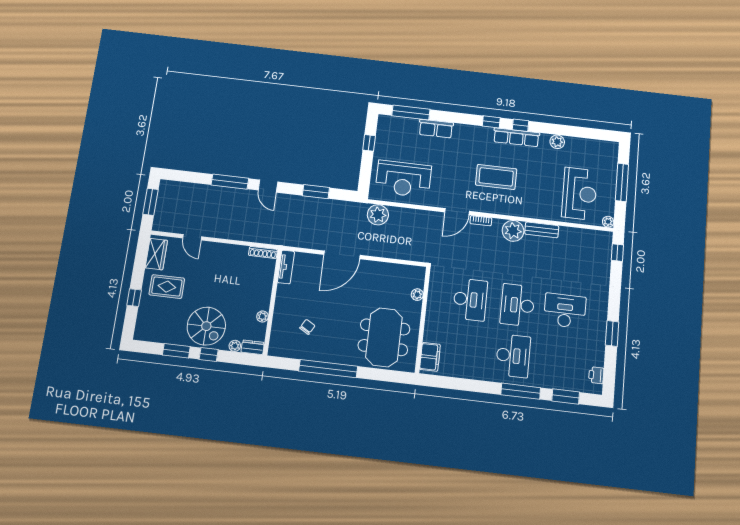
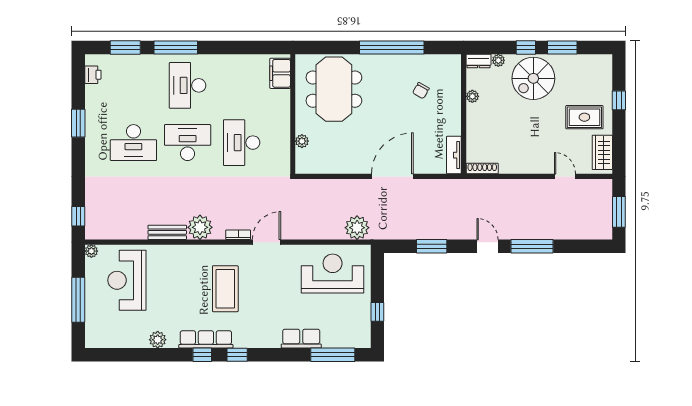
coffee table: (496, 177) -> (225, 289), turned 90
desk: (517, 305) -> (188, 143), turned -90
spiral stairs: (206, 326) -> (533, 78), turned -90

